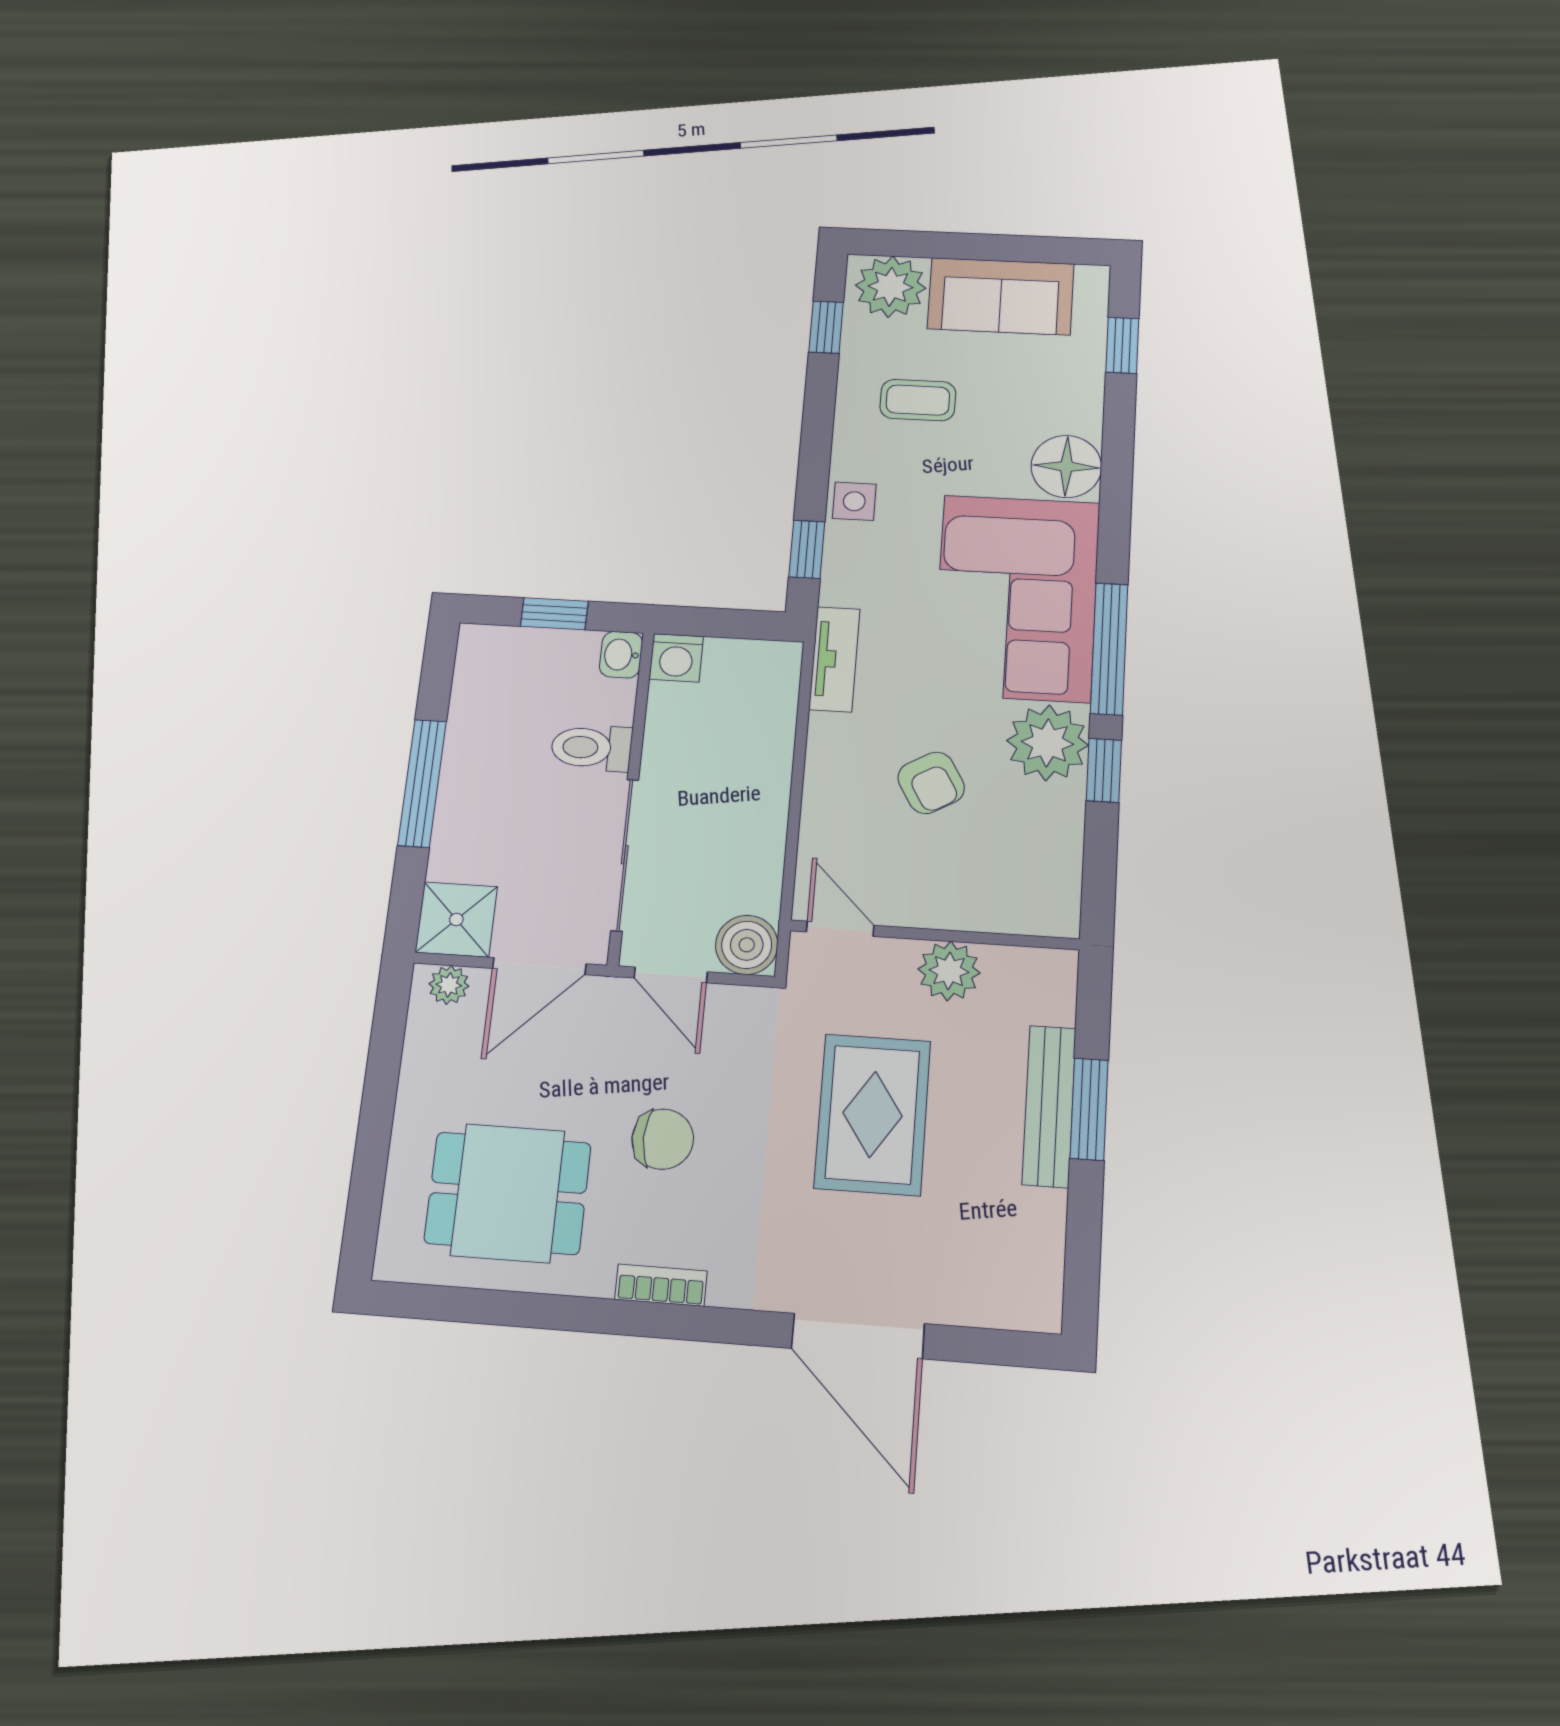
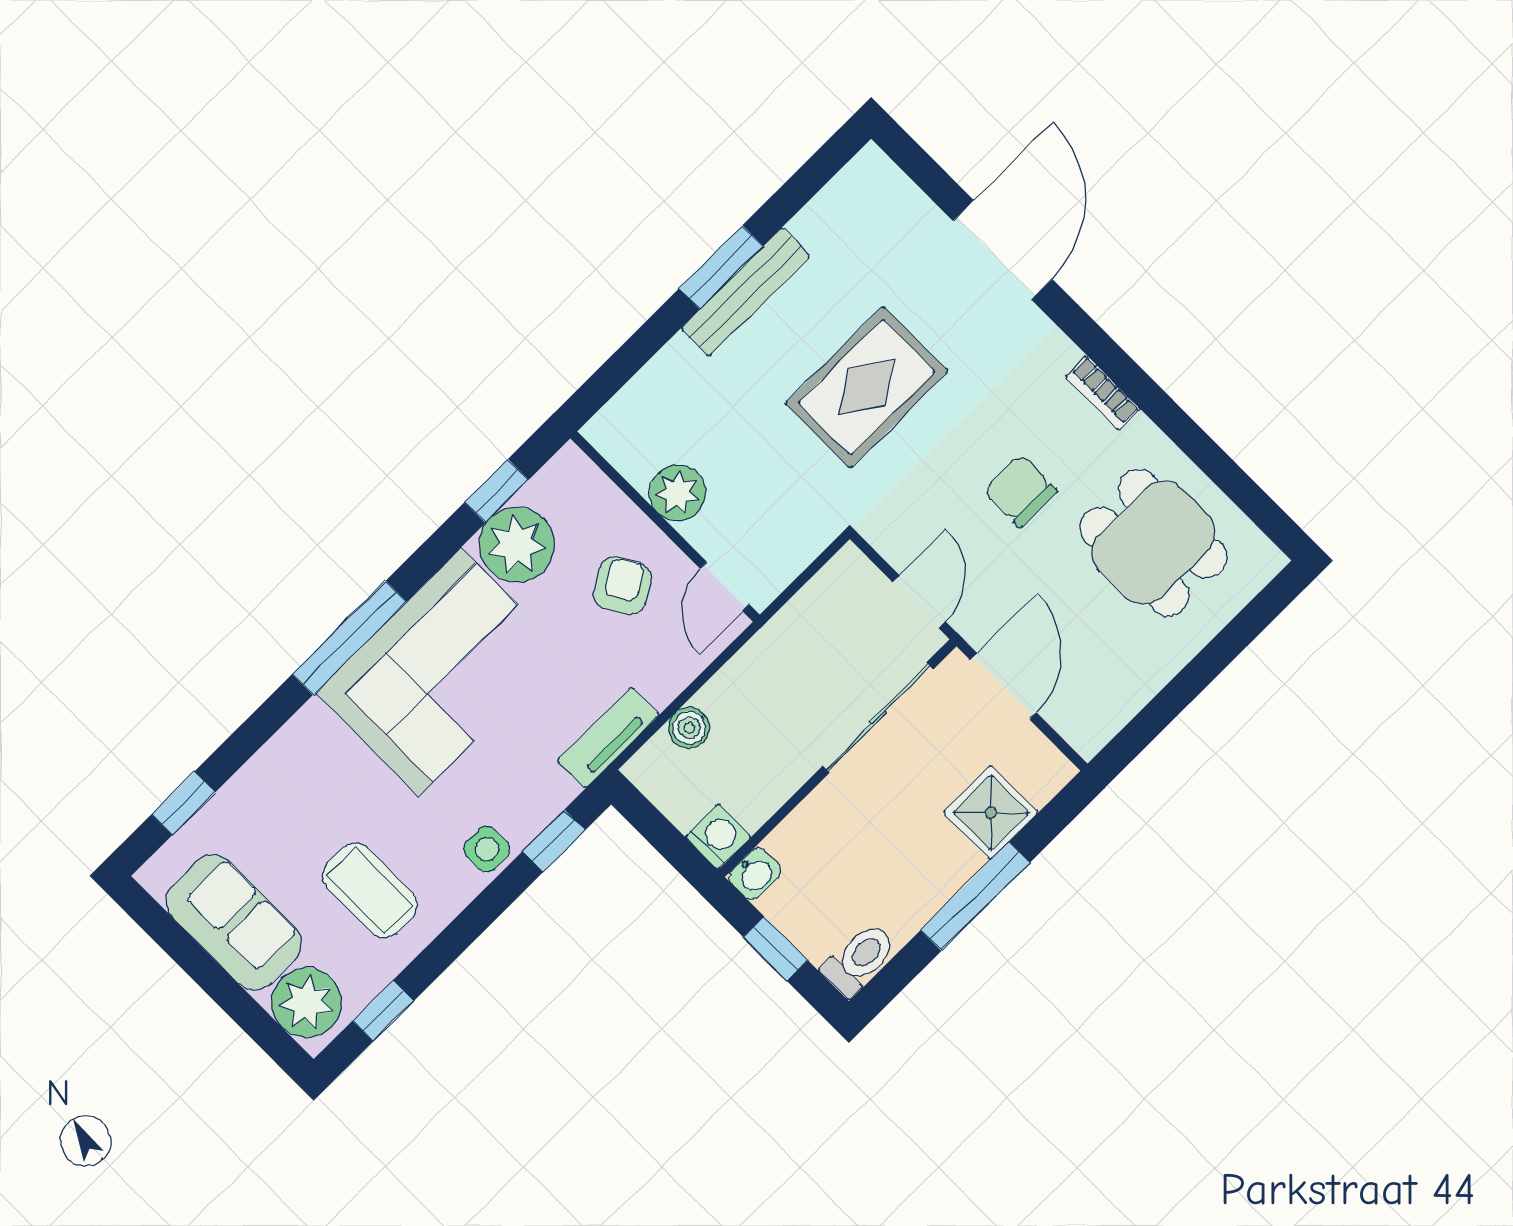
coffee table: (918, 400) -> (370, 890), width x1.36, depth x1.30
floor lamp: (1066, 466) -> (312, 742), removed
window: (1109, 649) -> (349, 638), moved
toilet: (591, 748) -> (859, 960), moved, turned -90
shower: (456, 919) -> (991, 812), moved
door: (840, 929) -> (725, 586), moved
wall: (934, 935) -> (665, 527), moved
boiler: (747, 945) -> (689, 728), moved, width x0.73, depth x0.73
door: (539, 966) -> (1003, 686), hinge flipped
plant: (949, 971) -> (678, 493), moved
plant: (449, 985) -> (1076, 726), removed

